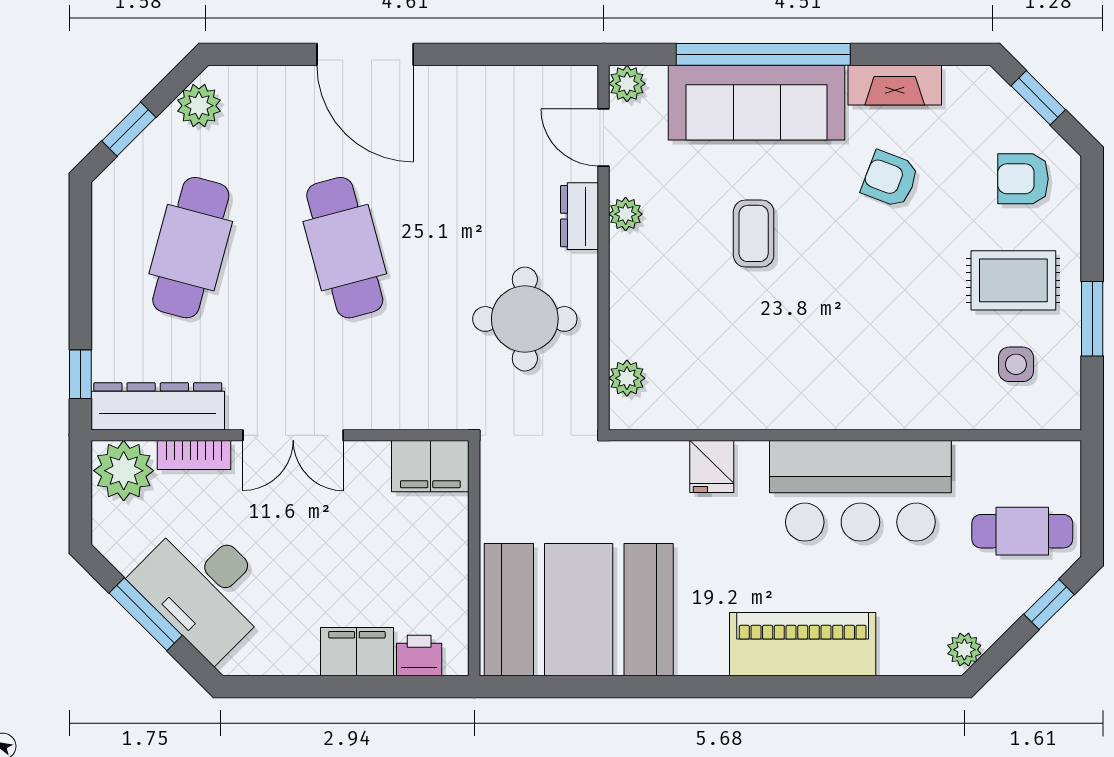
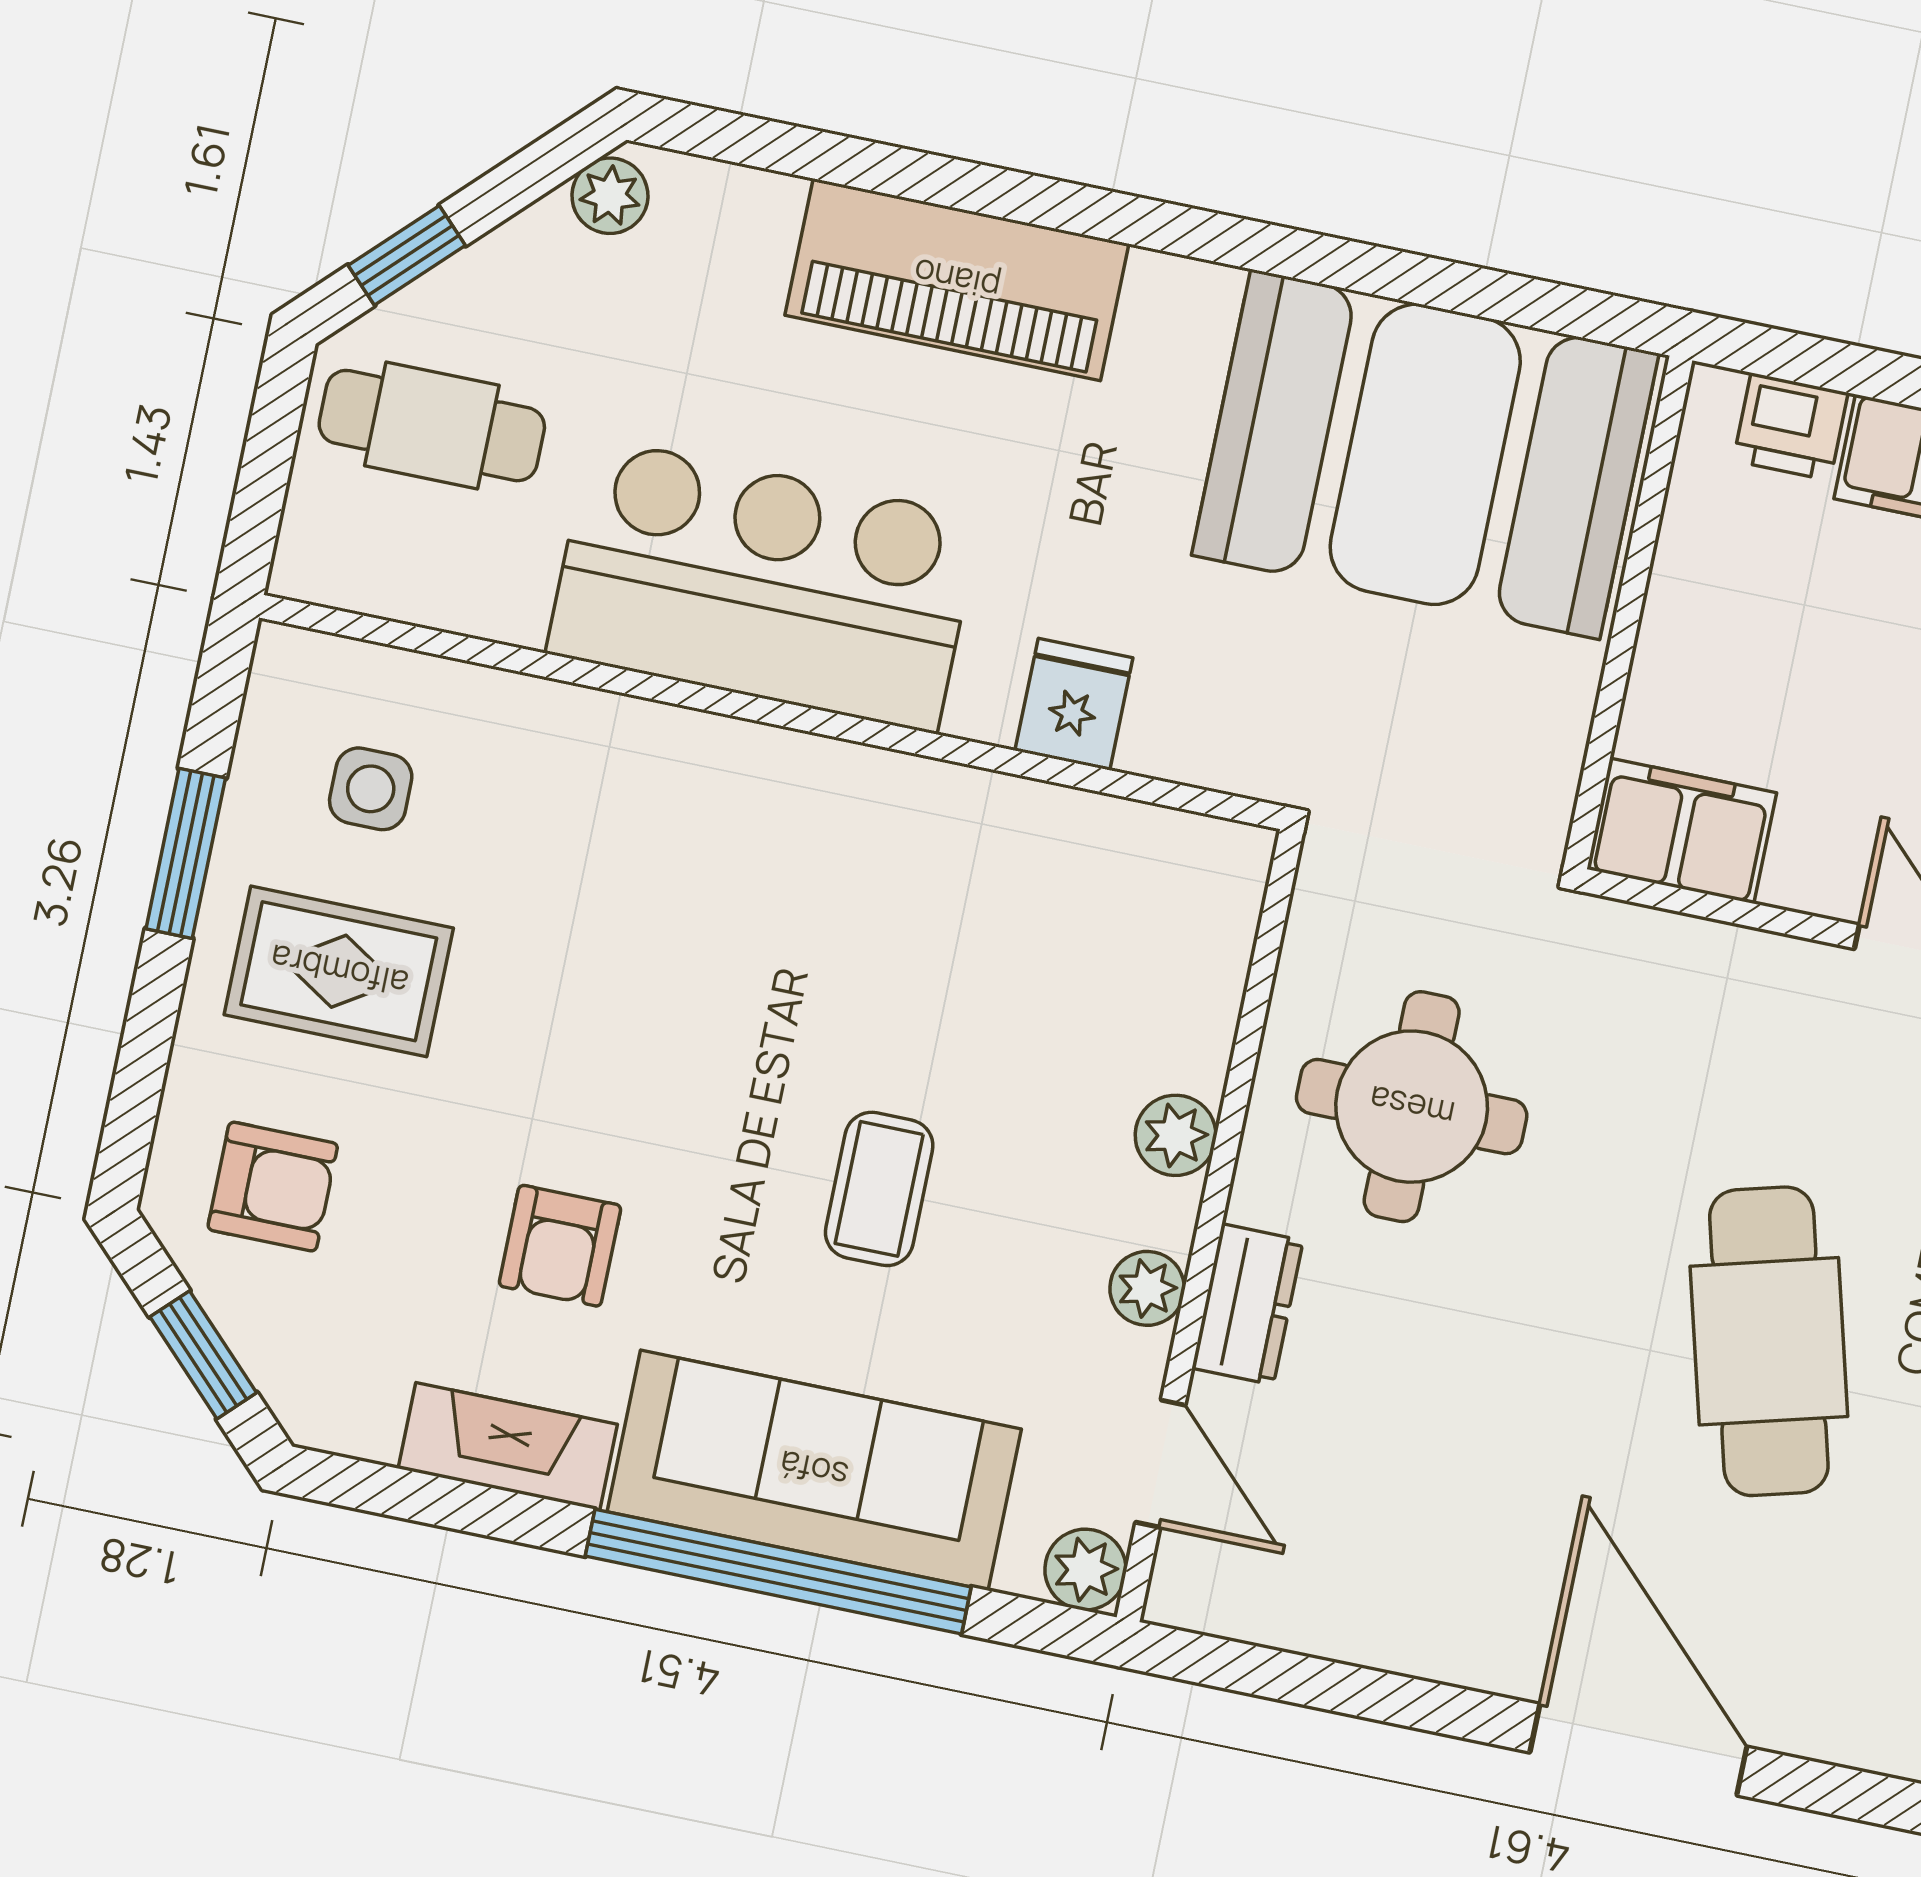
armchair: (890, 179) -> (560, 1246), turned 69
plant: (627, 378) -> (1176, 1135), moved

